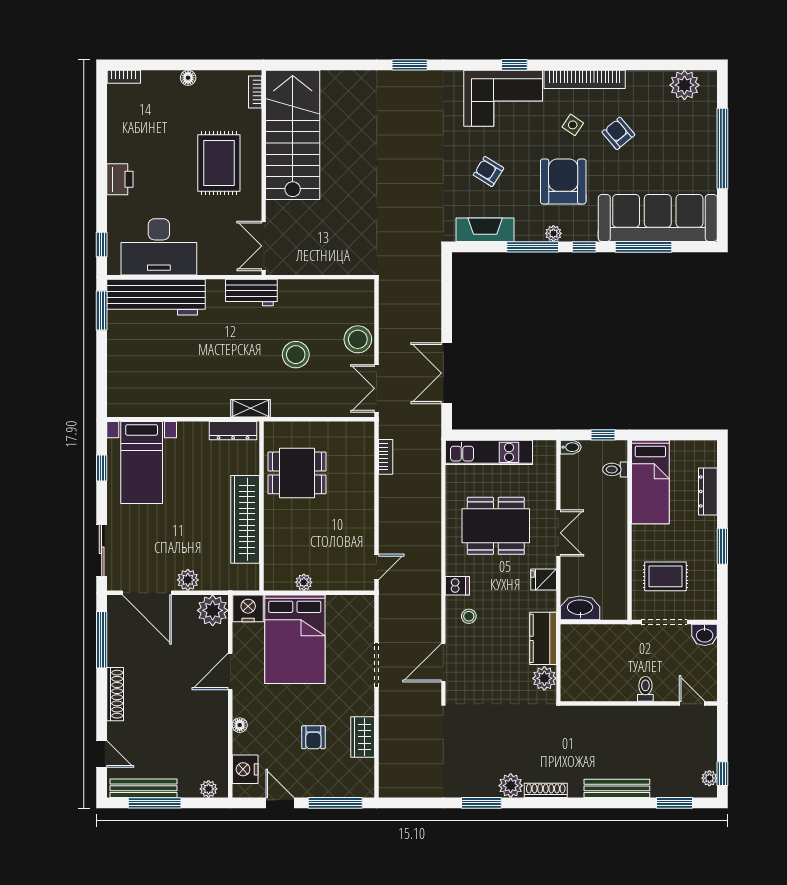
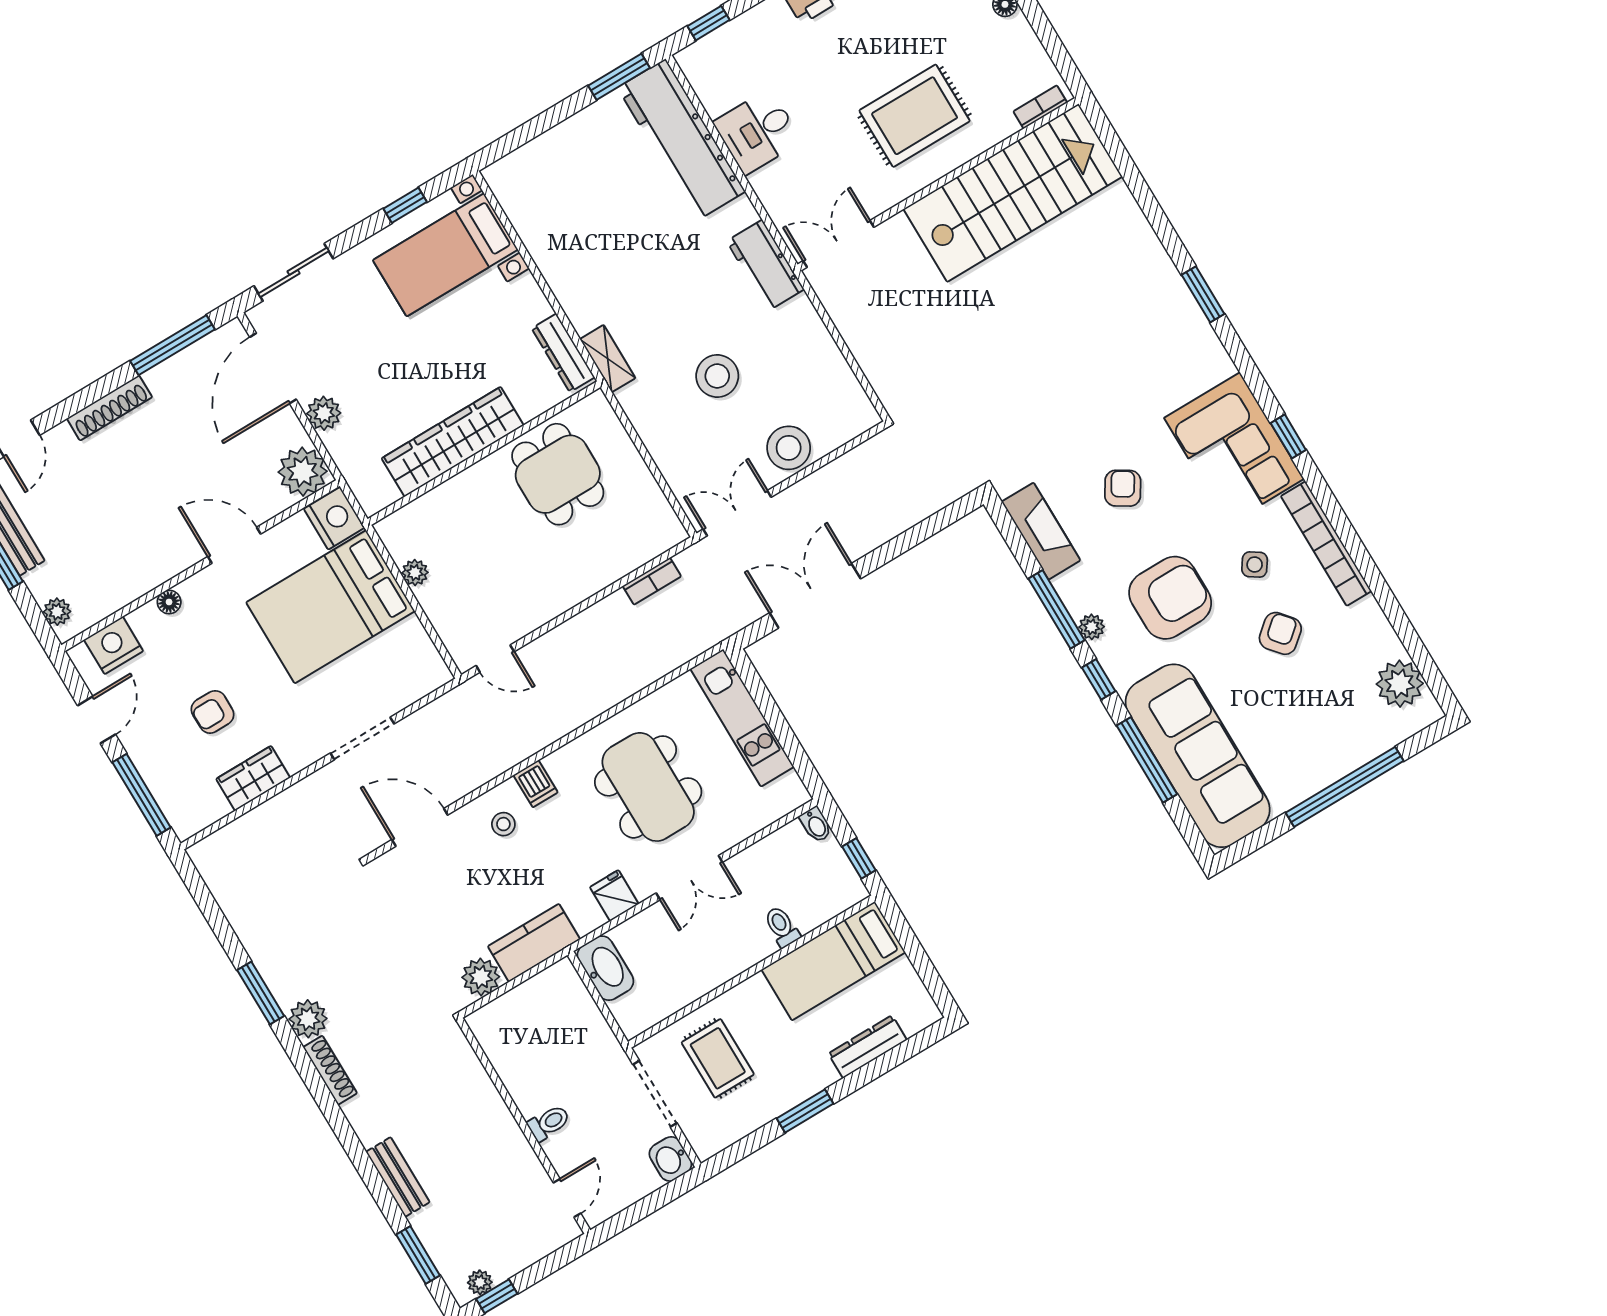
desk: (159, 247) -> (757, 132), width x0.53, depth x0.77
toilet: (615, 469) -> (782, 927), moved
bench: (617, 788) -> (398, 1177), width x0.73

